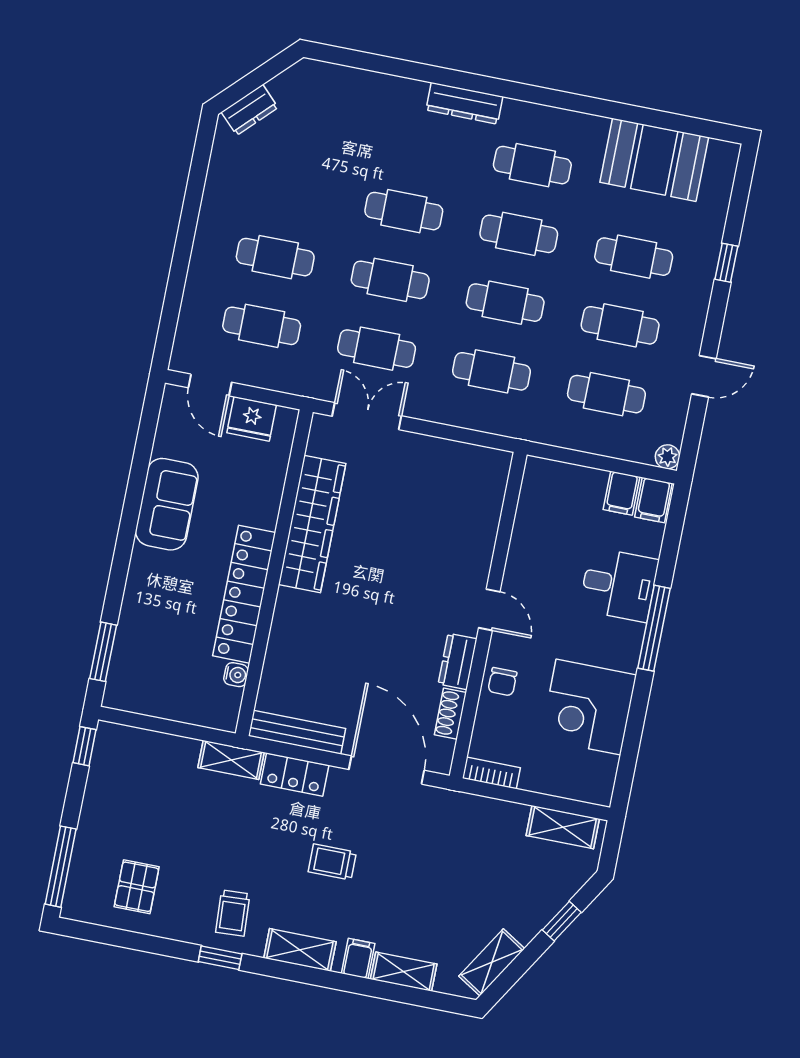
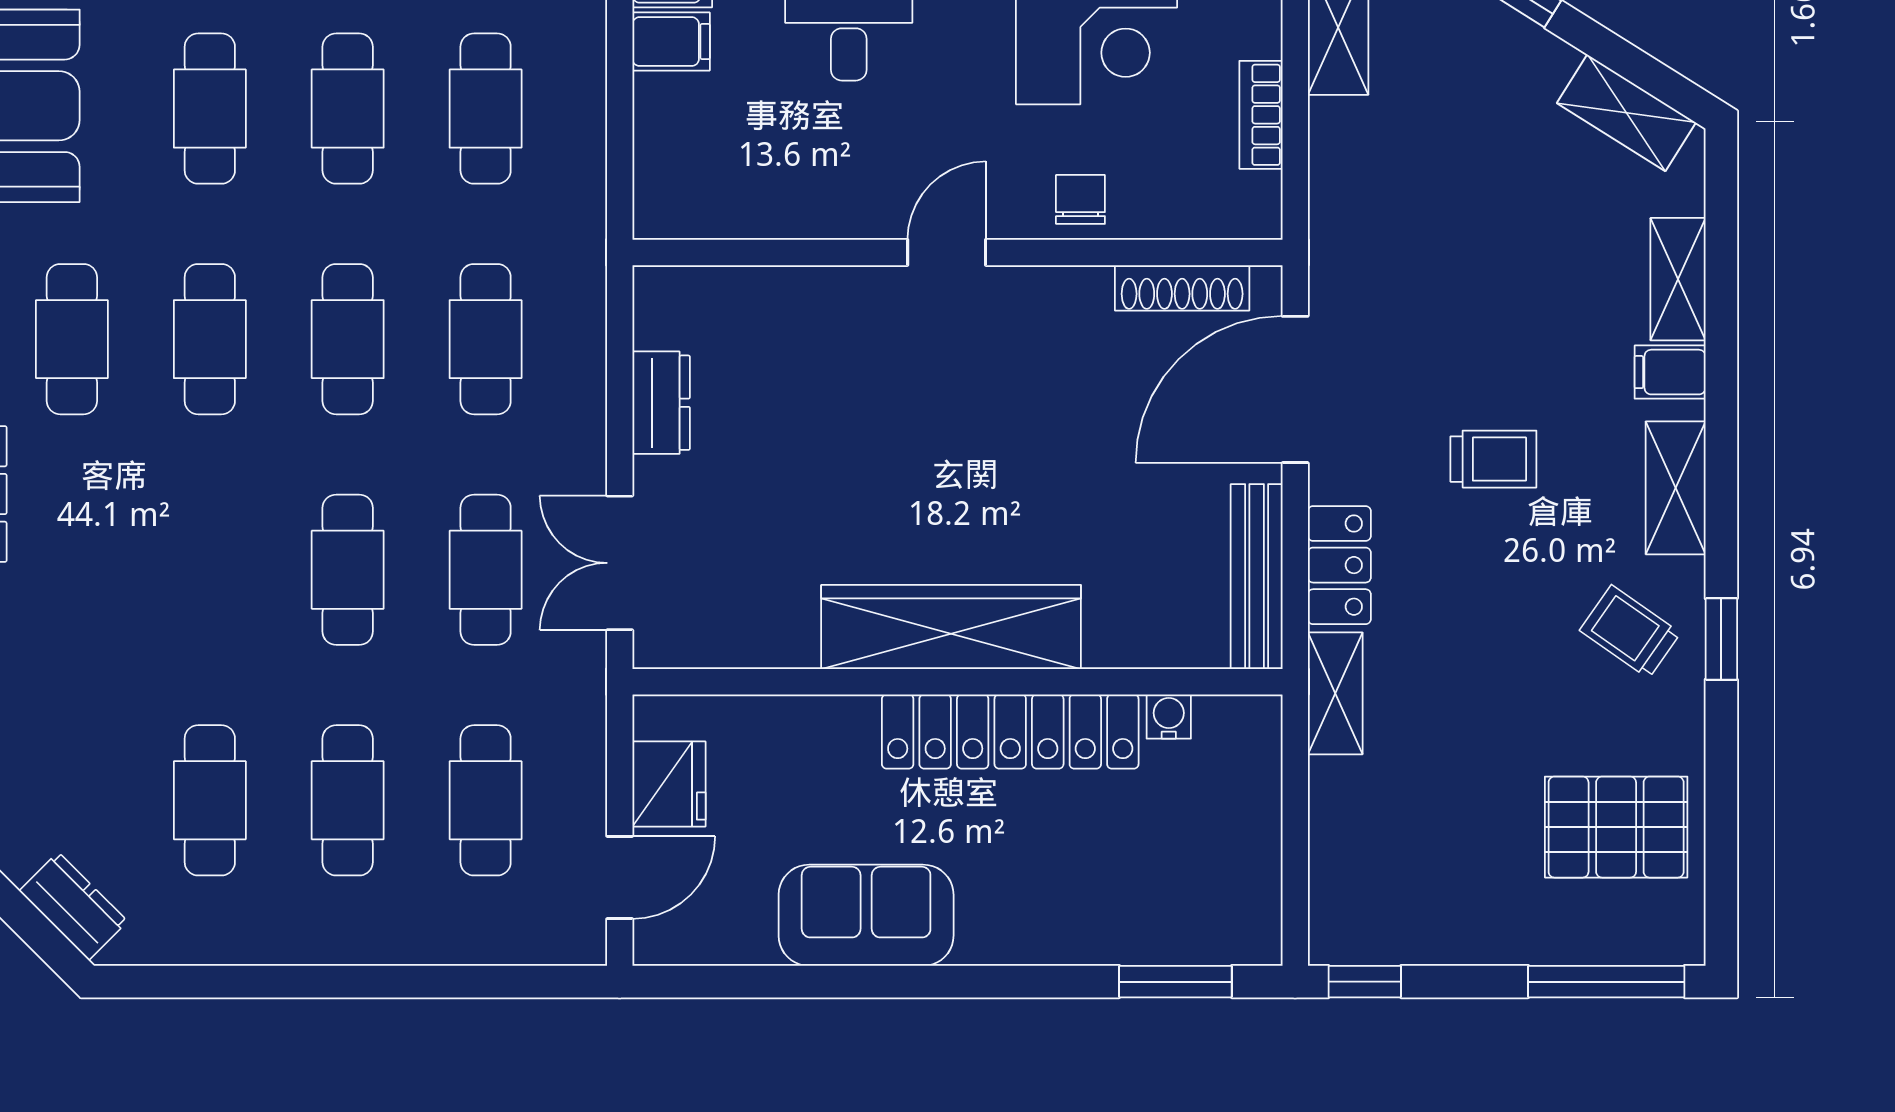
cafe table: (404, 211) -> (210, 800), moved
wardrobe: (312, 524) -> (951, 627), moved
dresser: (458, 661) -> (661, 403), moved, turned -90
chair: (502, 682) -> (1080, 199), turned -90
shoe rack: (450, 714) -> (1182, 288), width x1.43
bookcase: (491, 773) -> (1261, 115), moved
trolley: (332, 862) -> (1493, 459), turned -90
pallet: (137, 887) -> (1616, 827), width x1.50, depth x1.42
trolley: (233, 913) -> (1630, 632), turned -142

